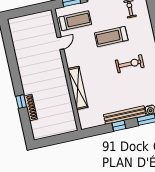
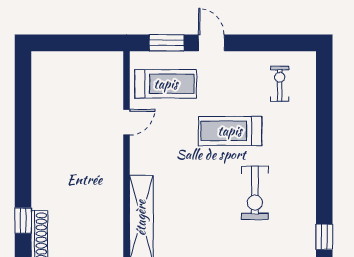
exercise bike: (130, 64) -> (255, 193), turned 90

